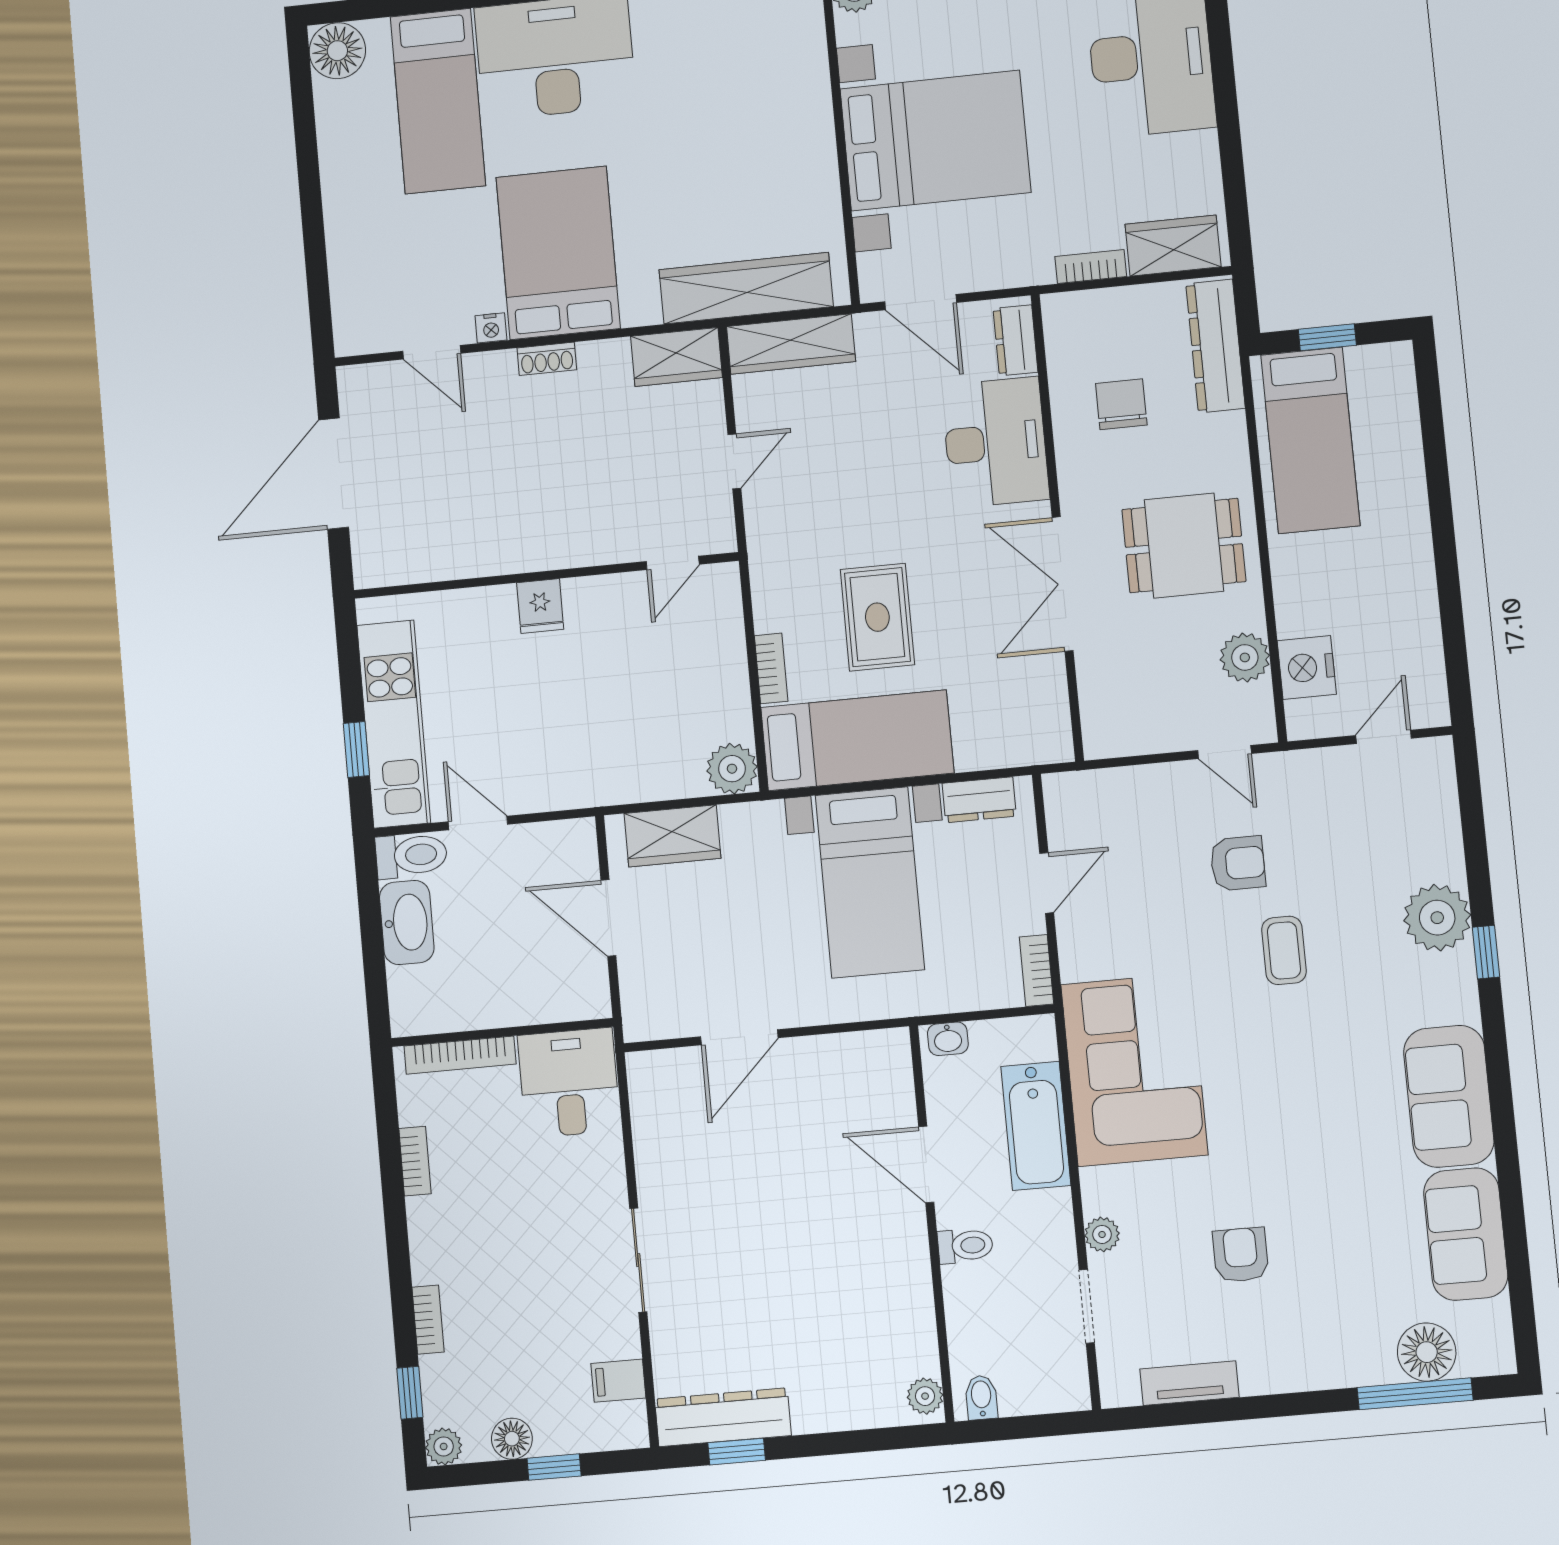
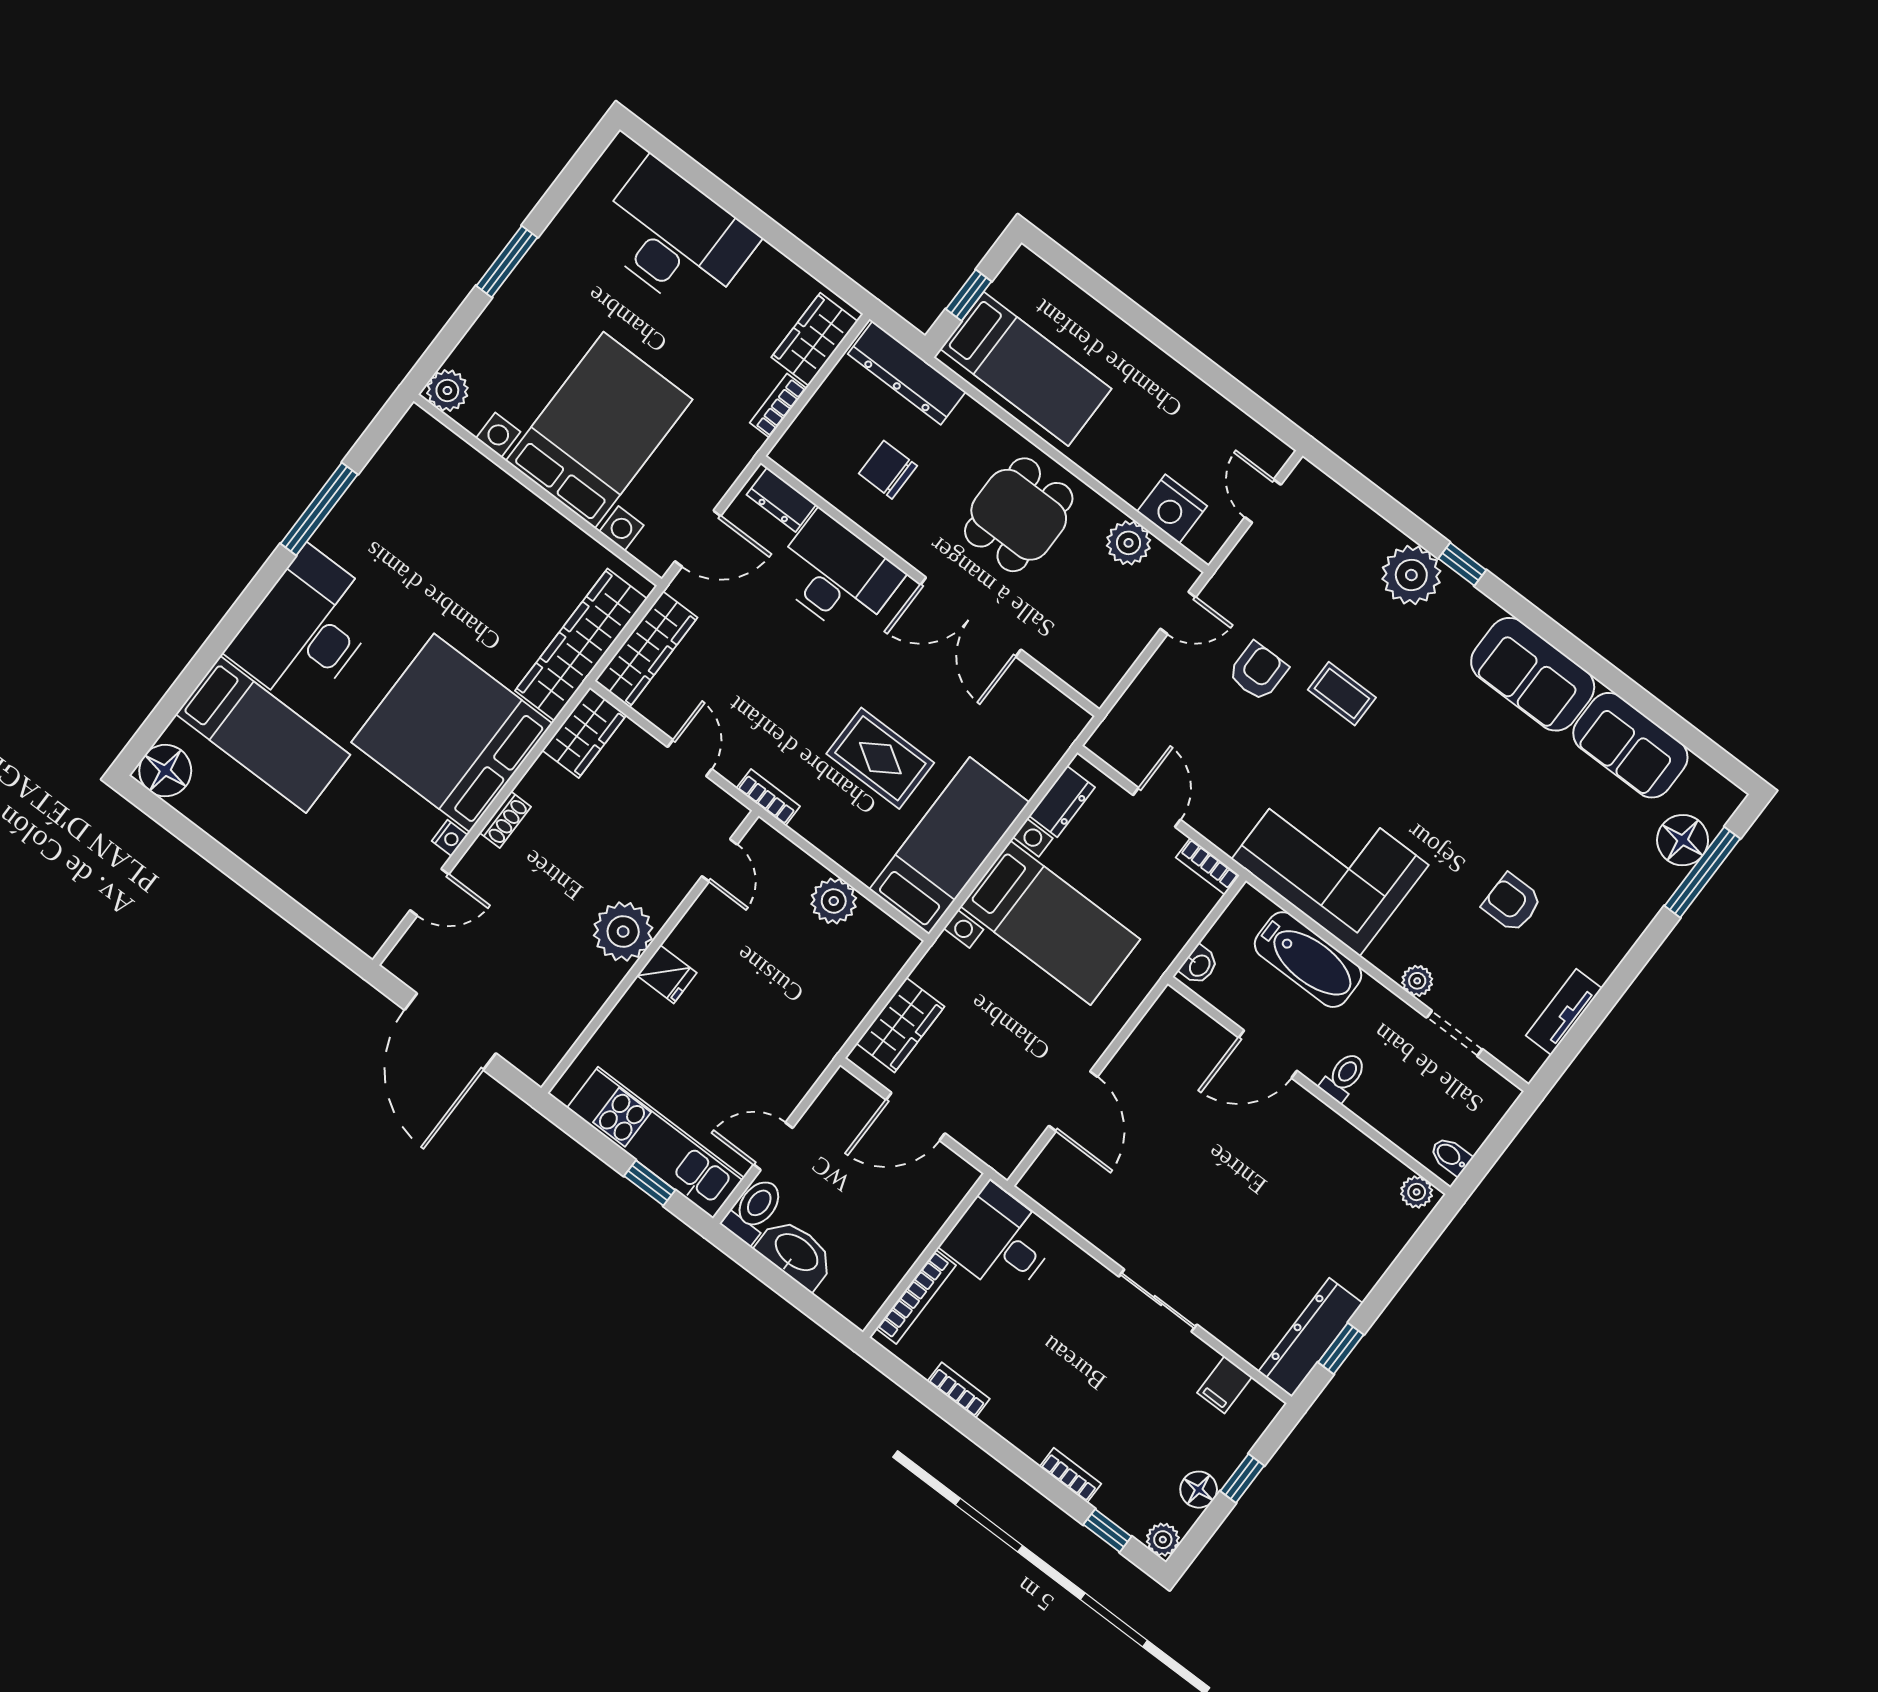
bed: (558, 253) -> (452, 733), width x1.36
plant: (543, 538) -> (623, 932), added
bookcase: (771, 668) -> (768, 797), moved
plant: (732, 769) -> (834, 901), moved

